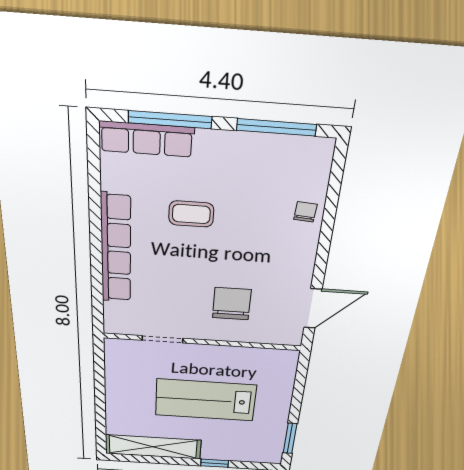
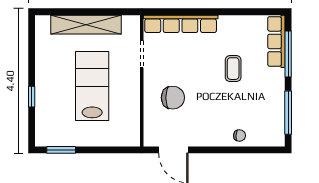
row of seats: (116, 249) -> (181, 24), moved
shelving: (153, 447) -> (86, 25), moved, turned 90

